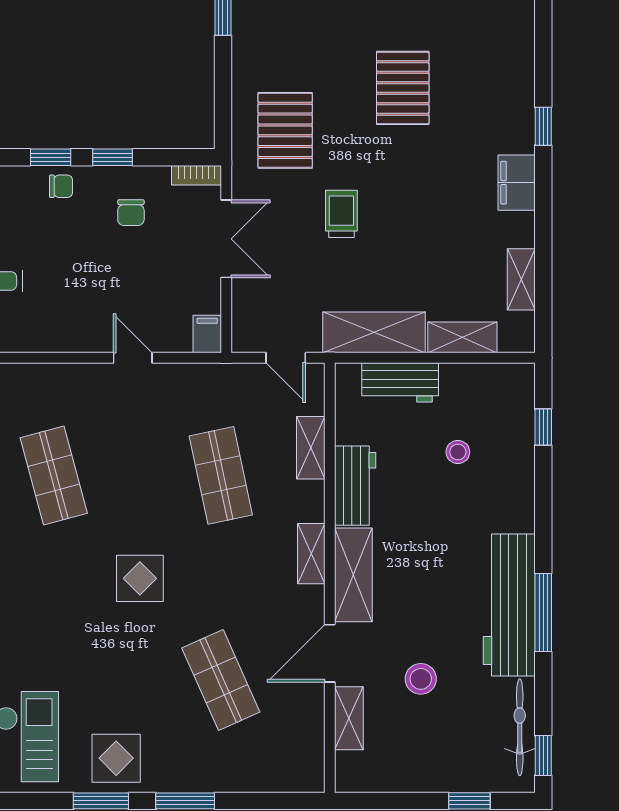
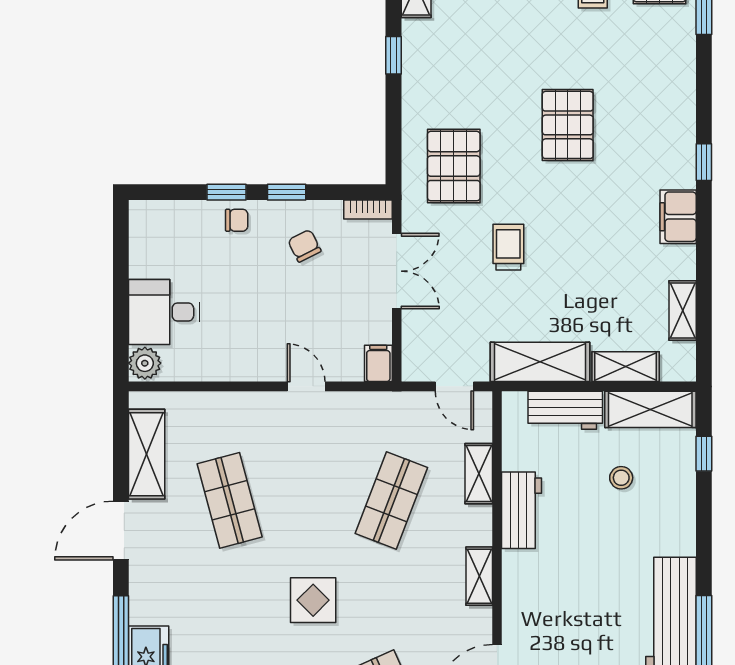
chair: (131, 213) -> (304, 246), turned 153
shop shelf: (221, 475) -> (391, 500), turned 33
shelving: (353, 575) -> (650, 409), moved, turned 90

